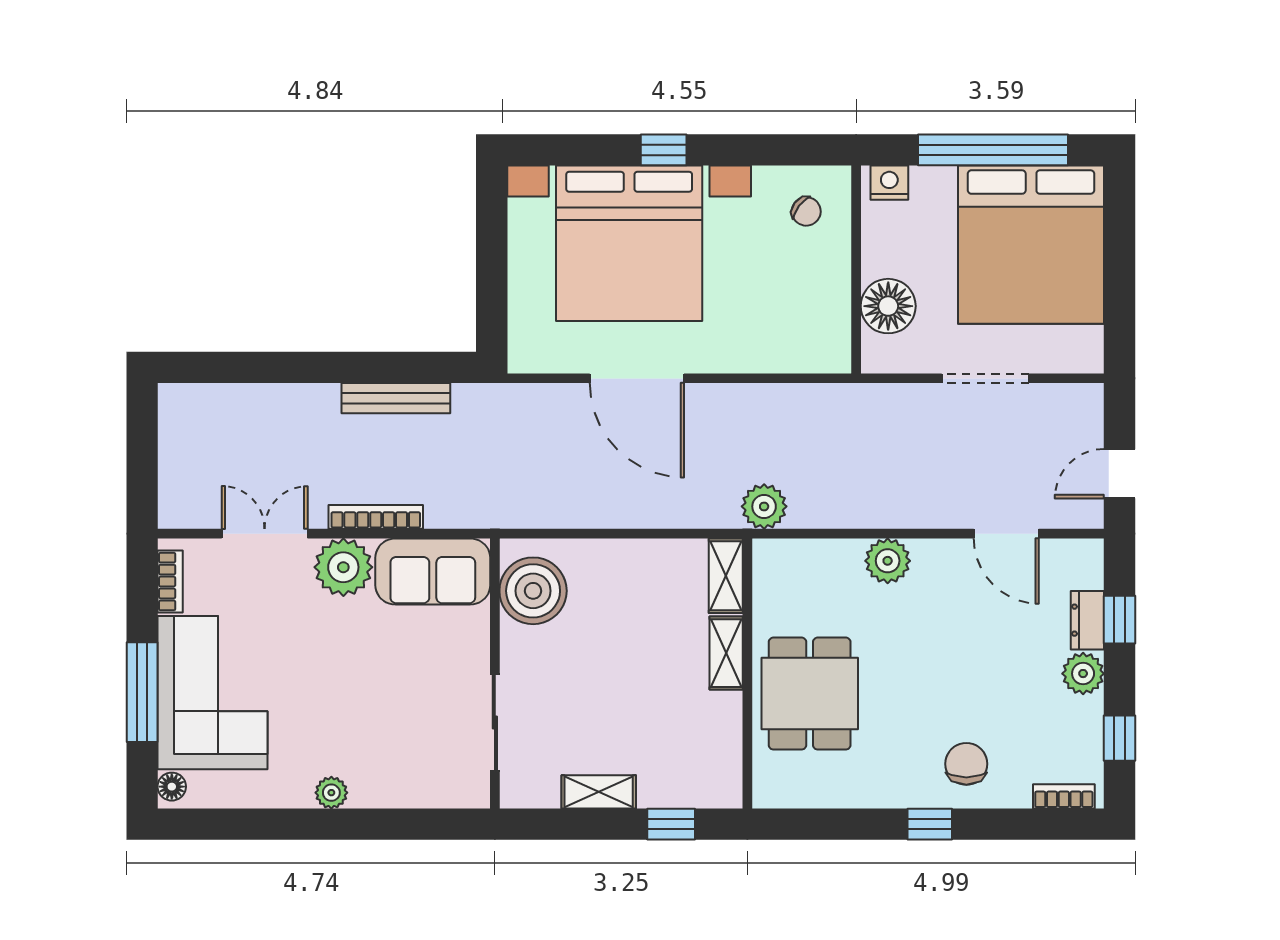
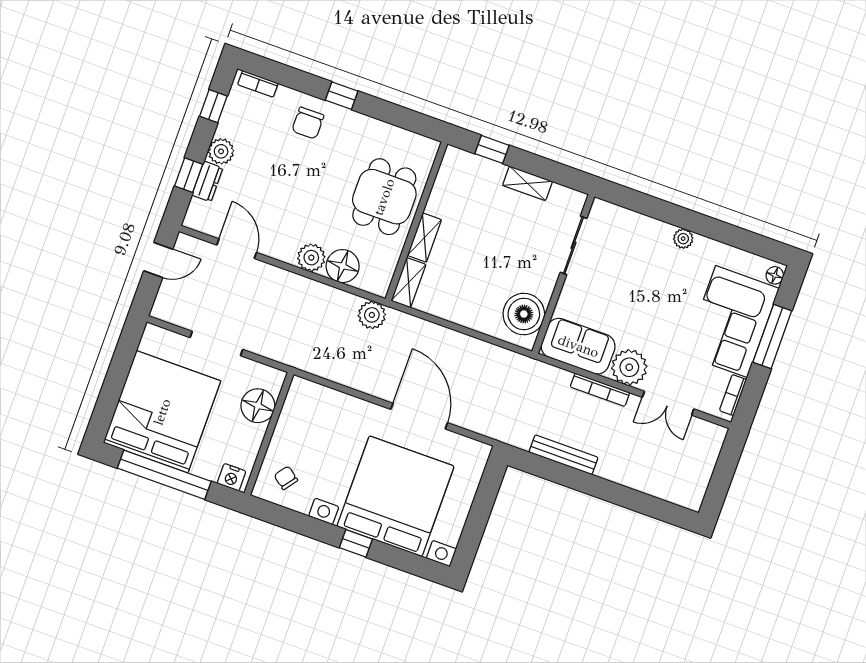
floor lamp: (835, 565) -> (343, 266), added

